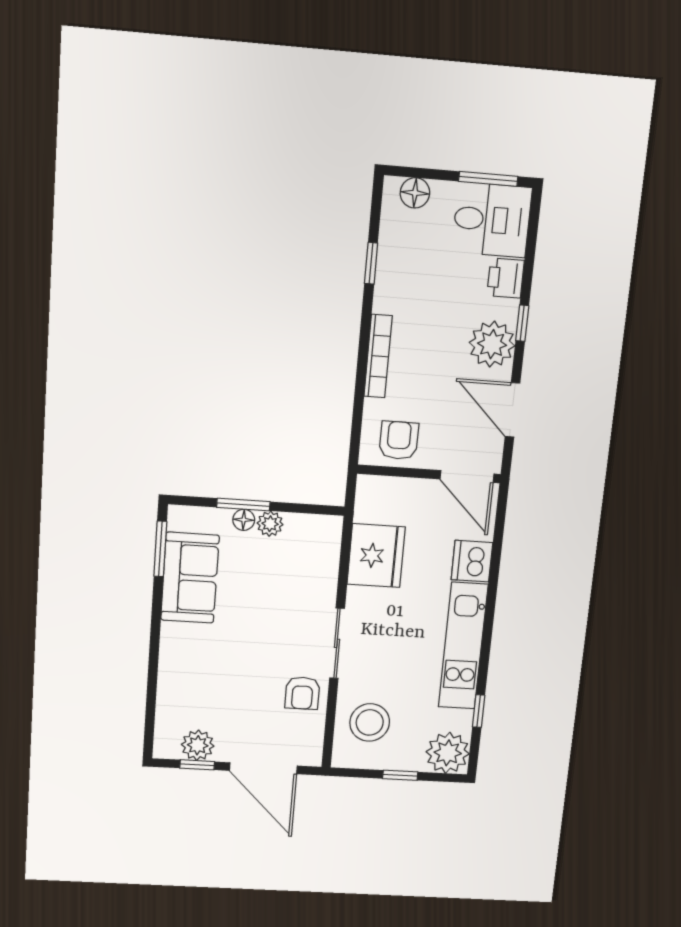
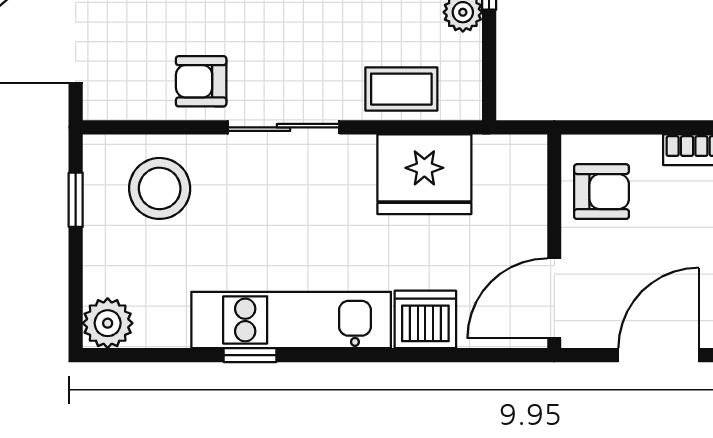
coffee table: (318, 567) -> (401, 89), added
window: (479, 711) -> (250, 355), moved
plant: (448, 753) -> (108, 323), width x0.73, depth x0.73
window: (400, 775) -> (76, 200), moved

